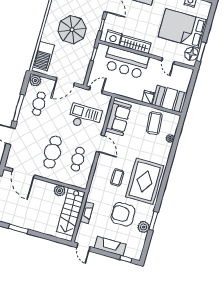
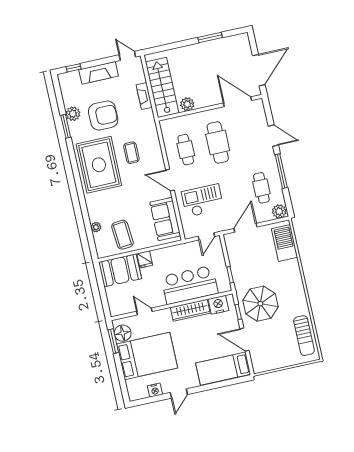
parasol: (72, 30) -> (260, 304), moved
checkout: (85, 117) -> (203, 201), turned 180

